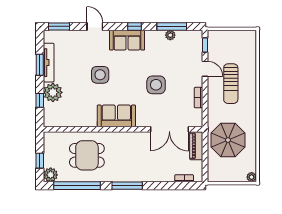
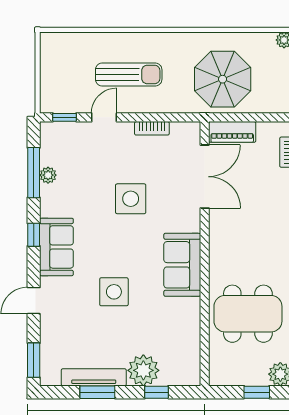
dining table: (87, 155) -> (248, 314), width x1.37

